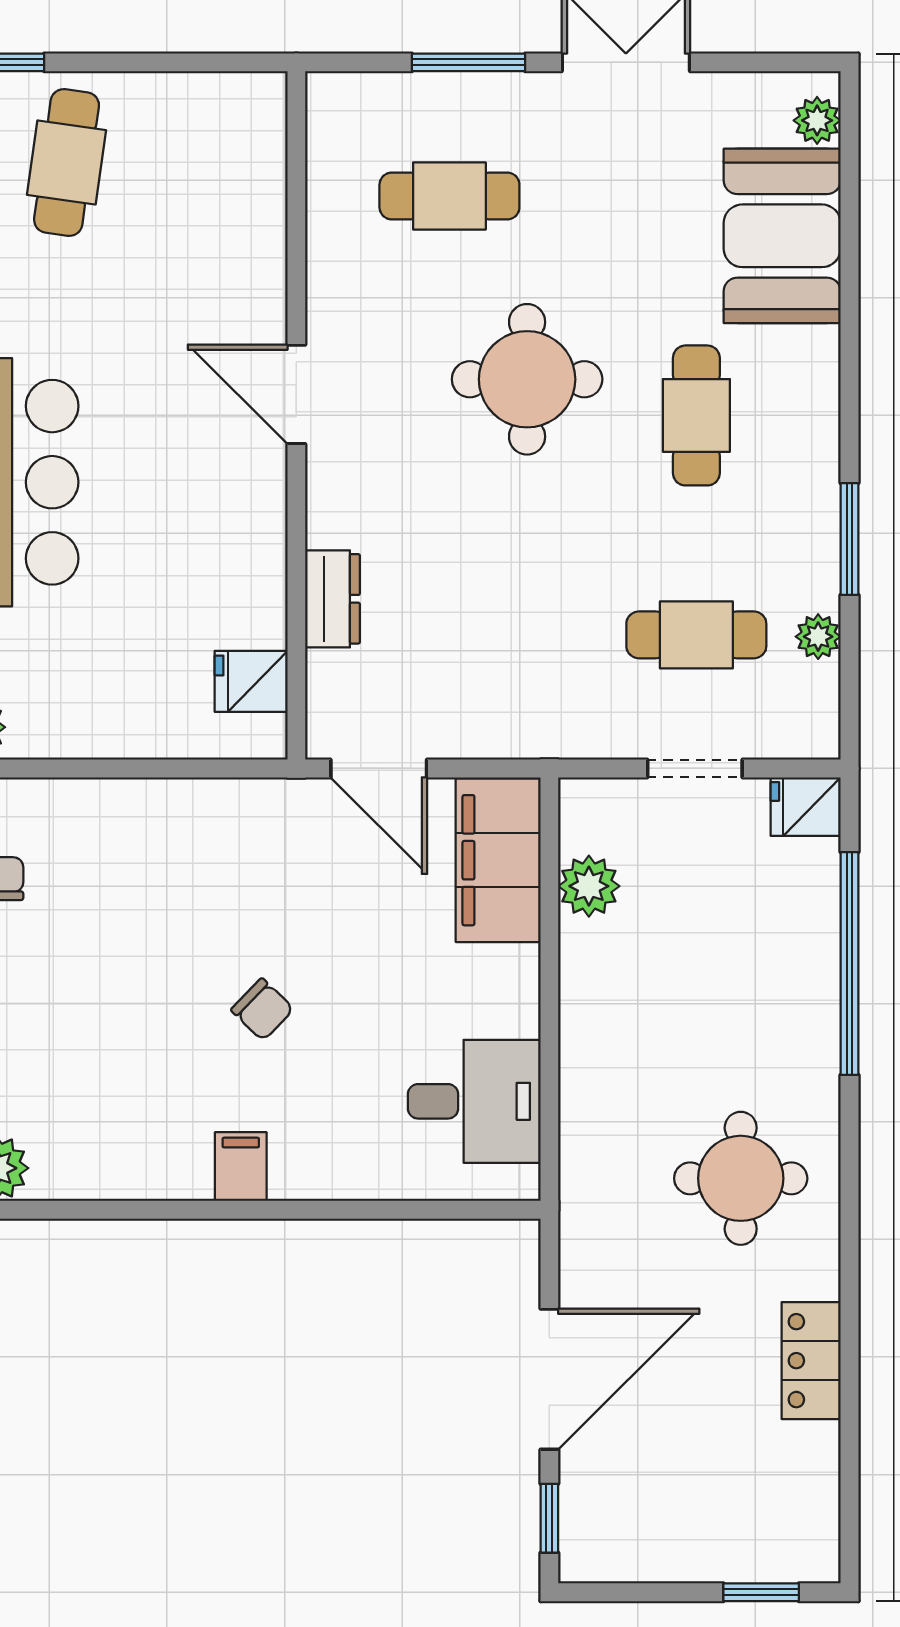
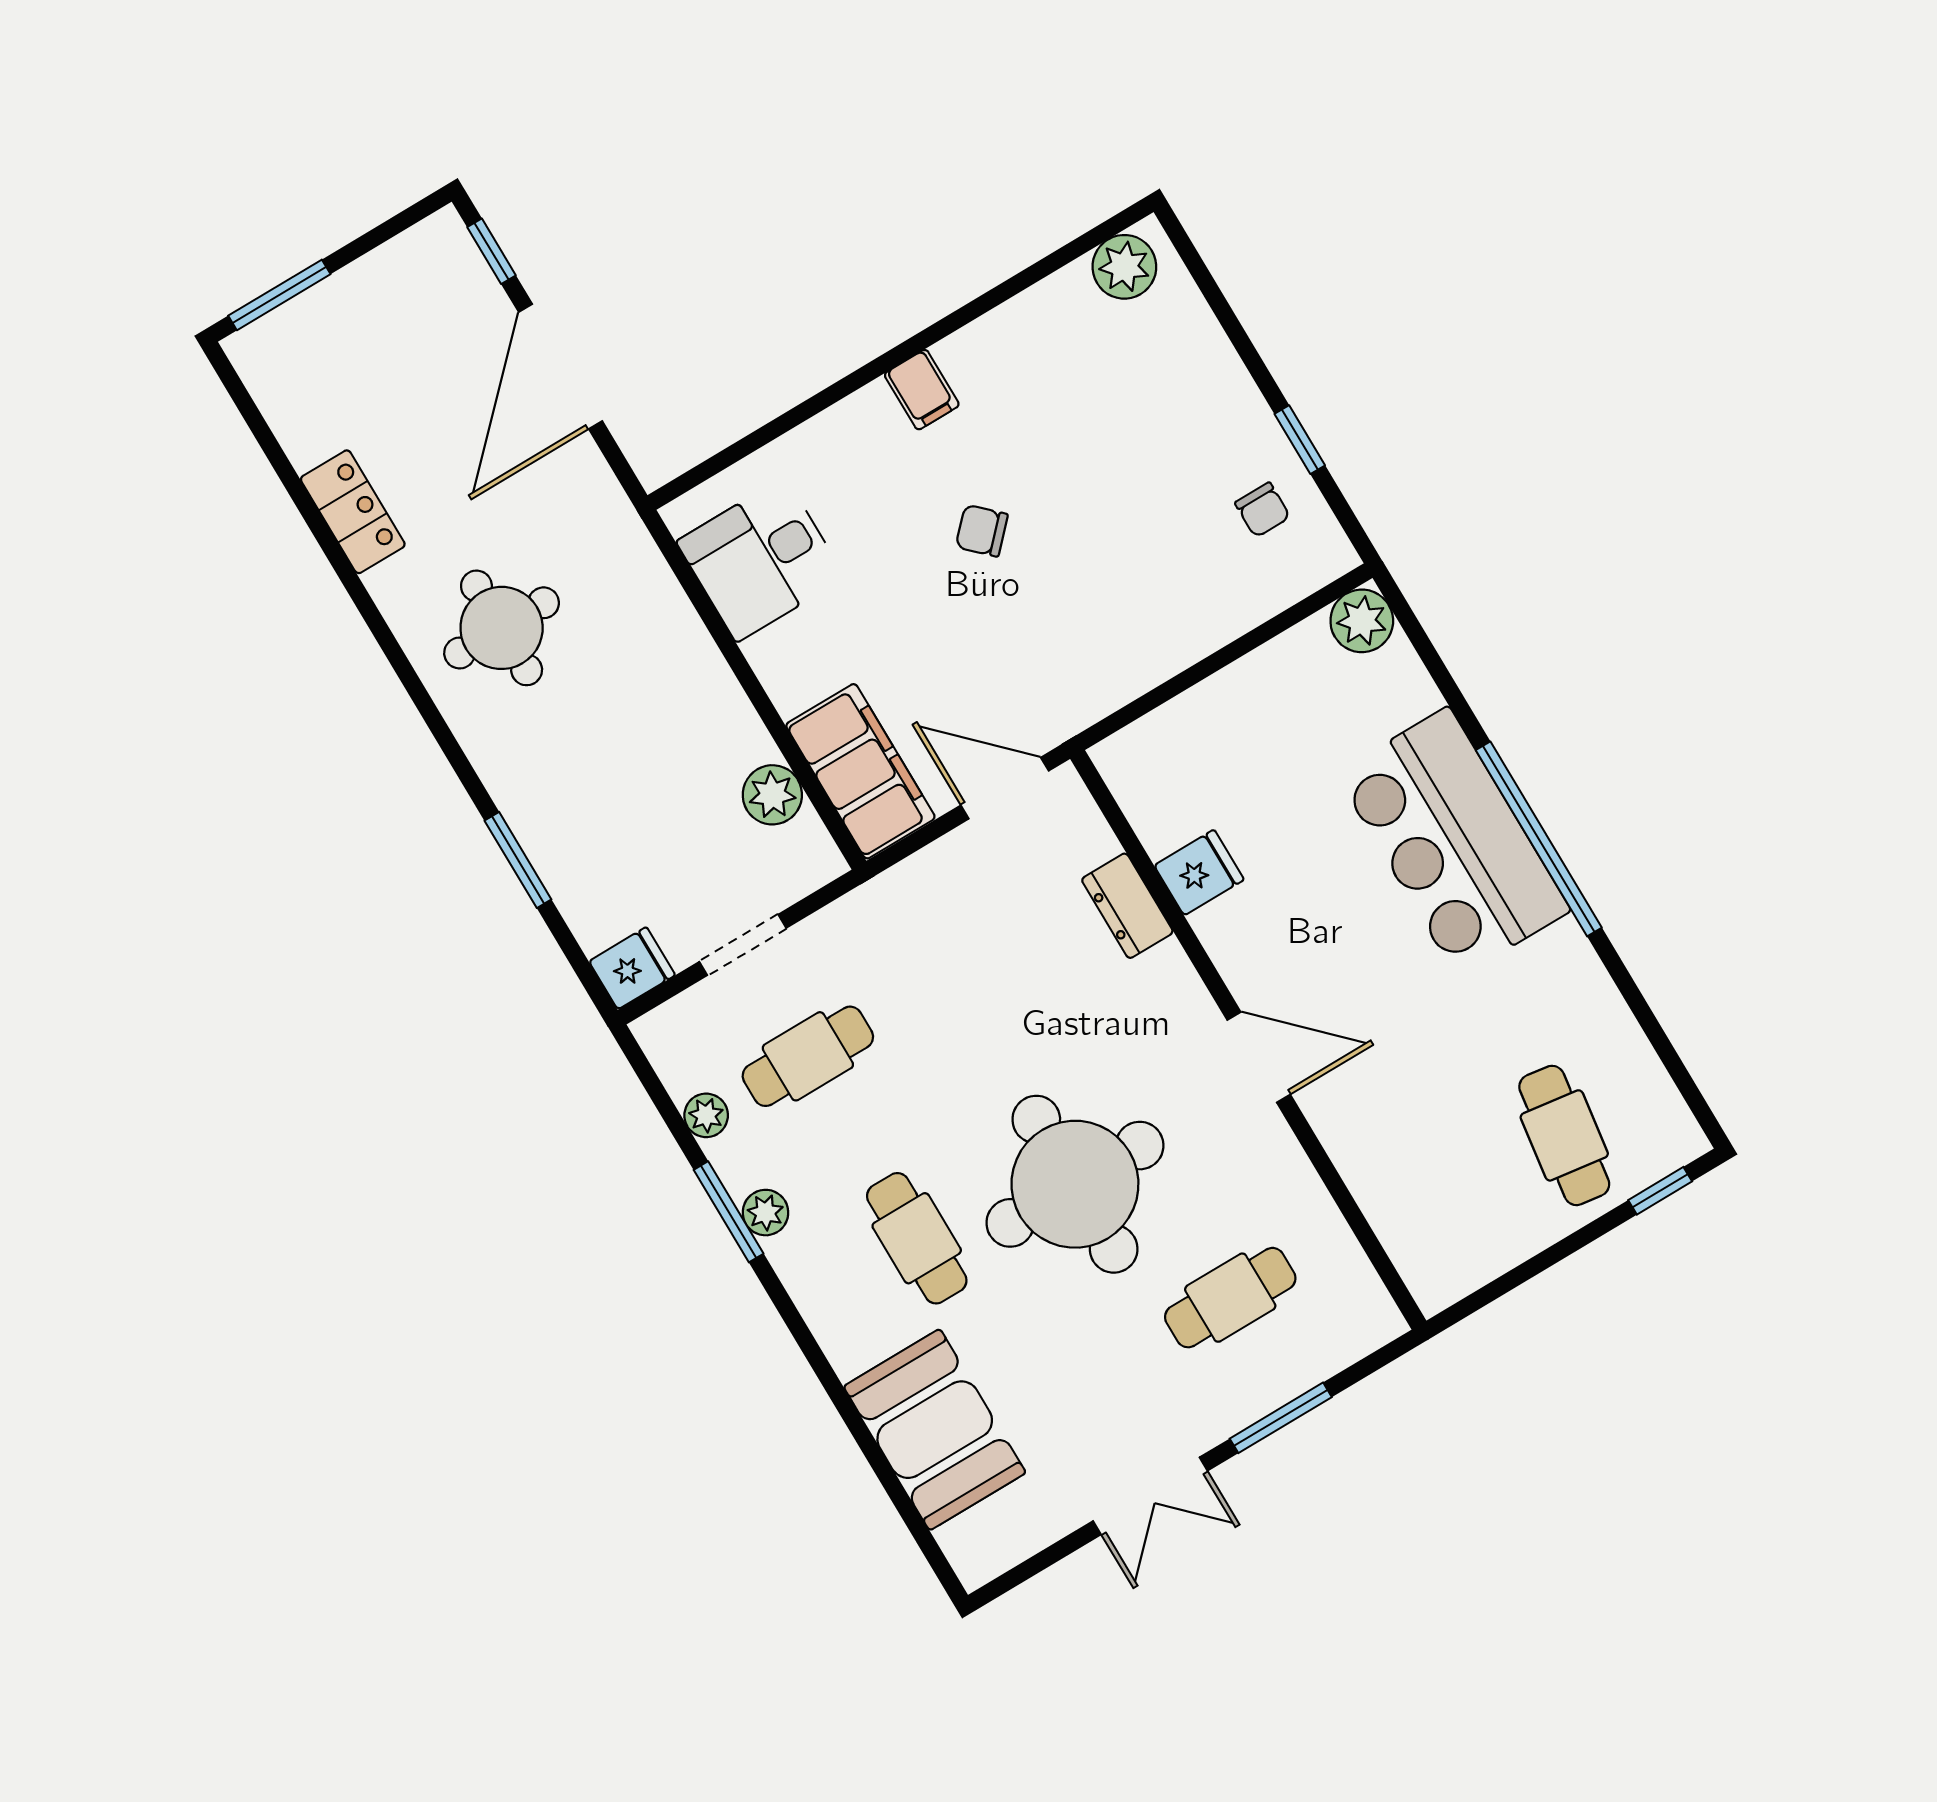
plant: (817, 120) -> (765, 1213), moved
round table: (527, 379) -> (1075, 1184), width x1.36, depth x1.36
fridge: (251, 681) -> (1199, 873), moved
window: (849, 963) -> (518, 860), width x0.47
window: (761, 1592) -> (279, 295), width x1.50

